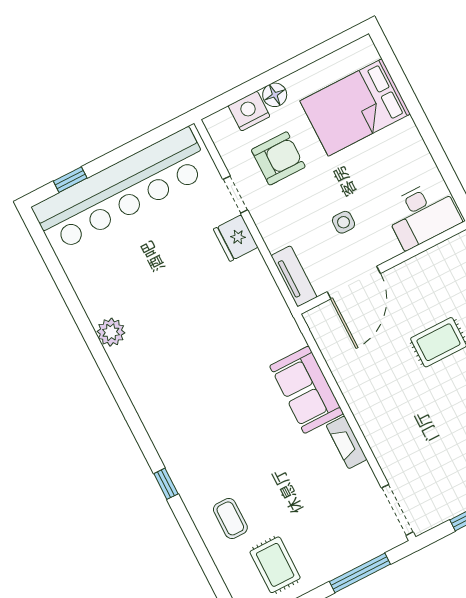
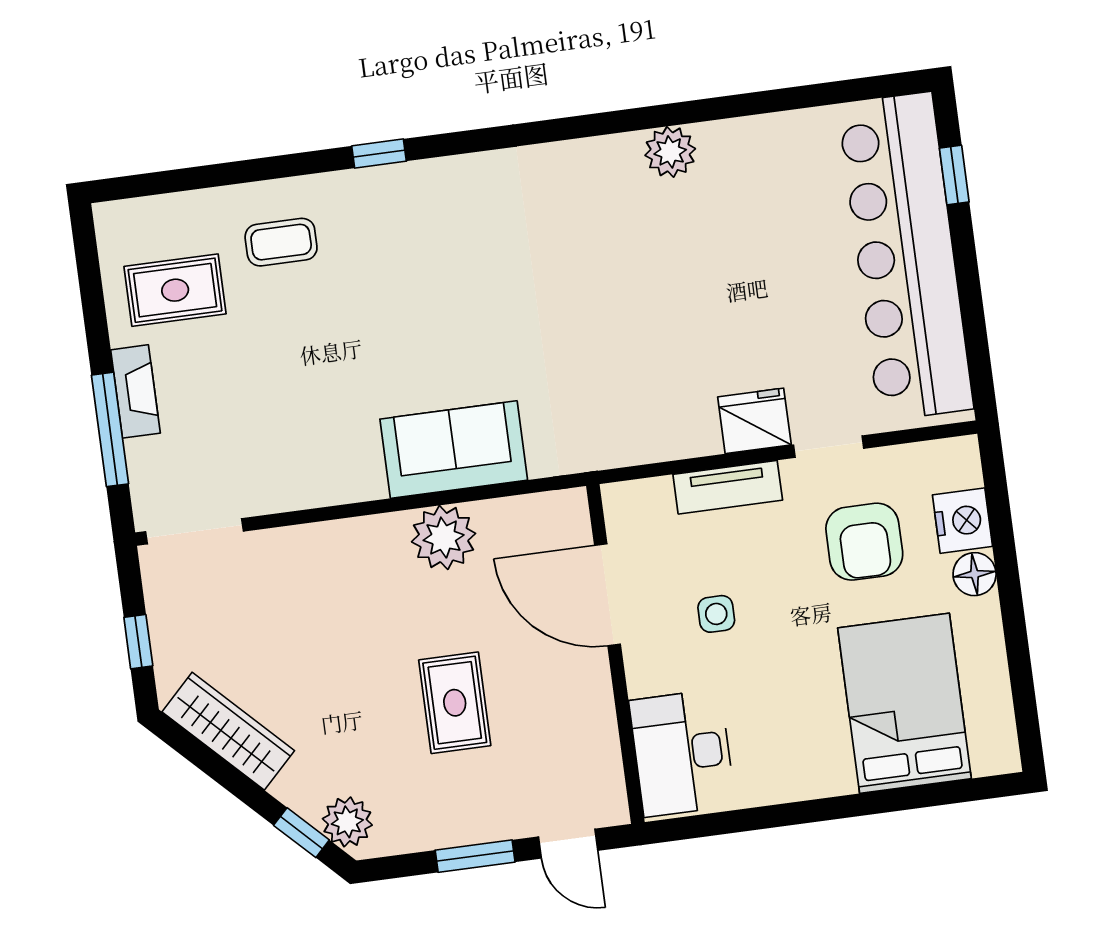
tv unit: (294, 276) -> (728, 487), moved
plant: (354, 379) -> (444, 538), added
fireplace: (347, 442) -> (135, 391), moved, turned 90

